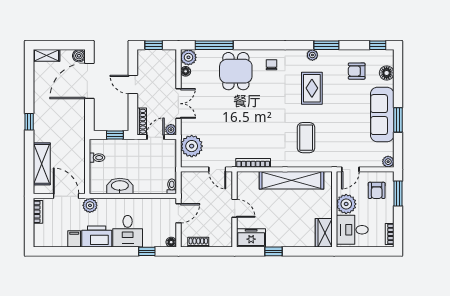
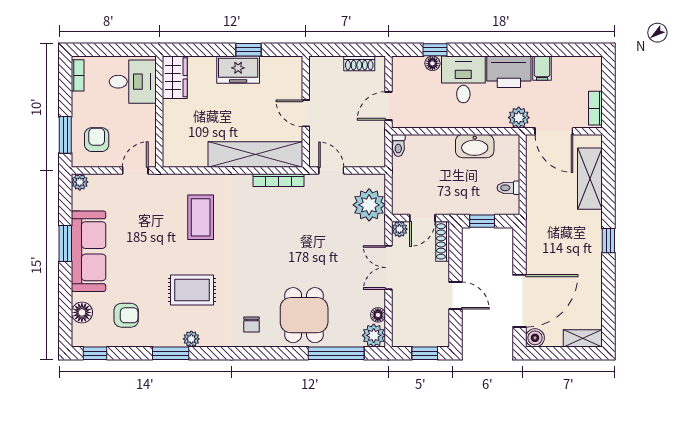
rug: (312, 88) -> (192, 290), turned 90
shelving: (291, 180) -> (255, 155), moved
plant: (346, 204) -> (142, 120), removed
freezer: (251, 238) -> (238, 70), moved
floor lamp: (171, 242) -> (432, 63), moved

